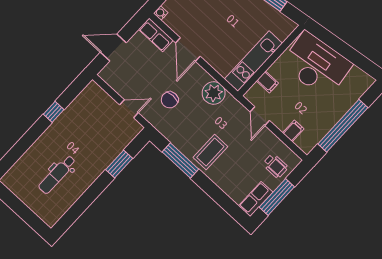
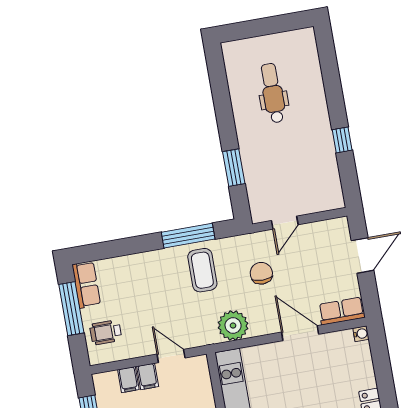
filing cabinet: (267, 82) -> (148, 376), moved, turned -90
coffee table: (210, 152) -> (202, 270), moved

